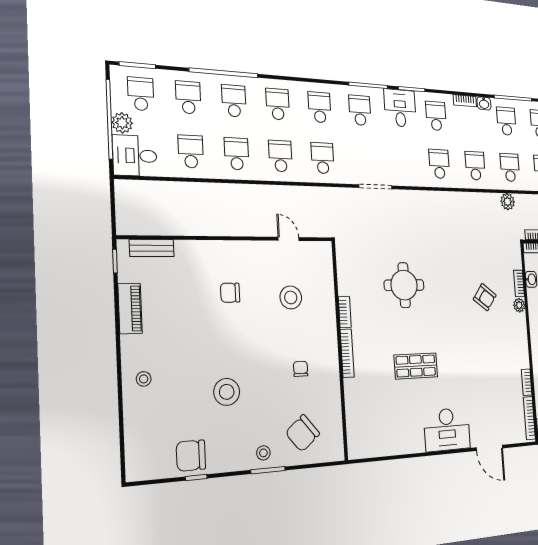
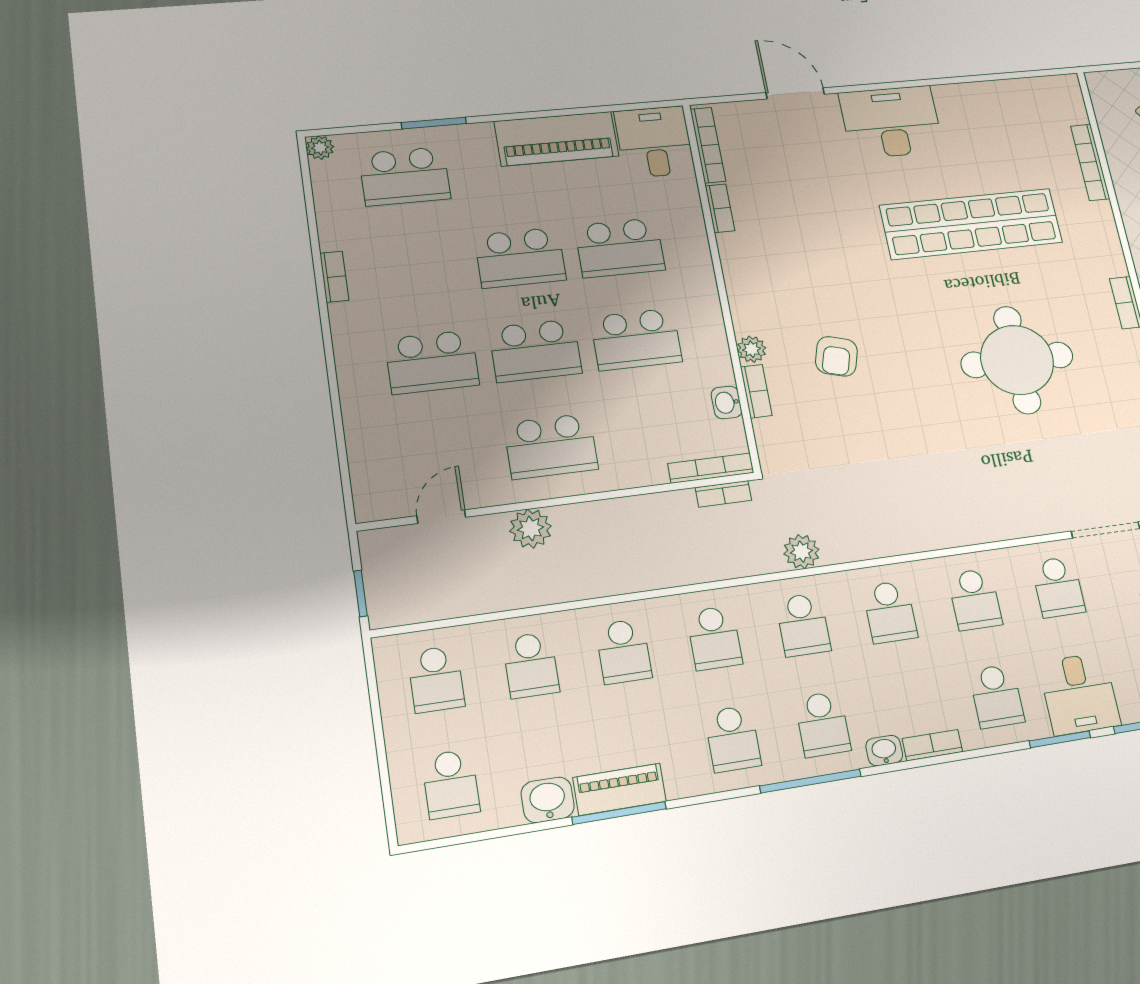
school desk: (402, 162) -> (1058, 587), added
round table: (404, 285) -> (1017, 360), width x1.36, depth x1.36
armchair: (485, 297) -> (836, 356), turned -111
bookcase: (347, 353) -> (1090, 162), moved
shop shelf: (416, 366) -> (971, 224), width x2.00, depth x1.36

